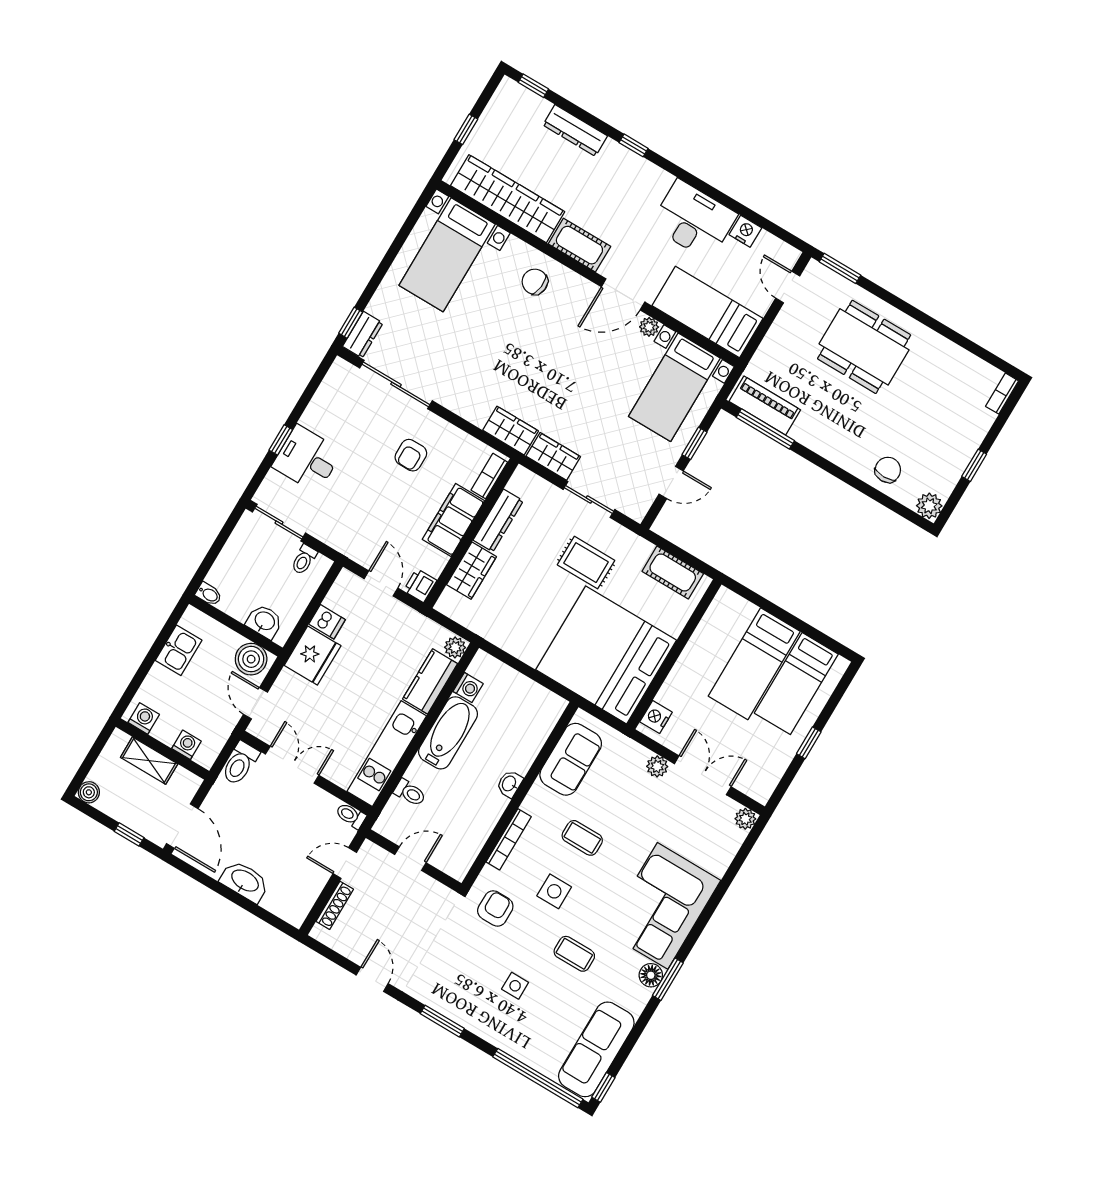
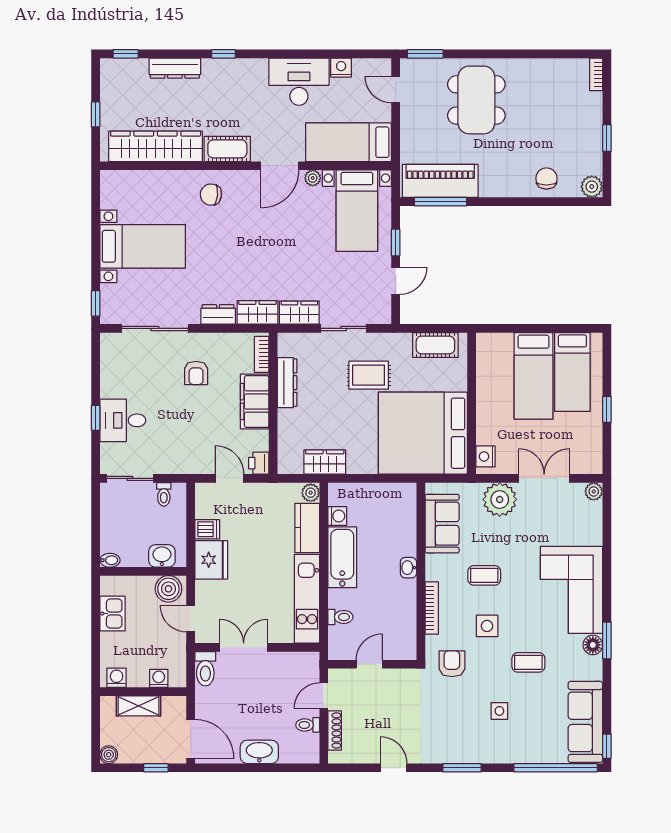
bed with nightstands: (447, 255) -> (143, 246), moved, turned -90
dresser: (363, 335) -> (218, 314), moved, turned -90
dining table: (864, 347) -> (476, 100), turned 90
piano: (765, 406) -> (440, 181), width x1.37, depth x1.33
wardrobe: (471, 571) -> (325, 462), moved, turned -90
plant: (657, 766) -> (500, 499), width x1.87, depth x1.87
toilet: (351, 816) -> (308, 725), moved

